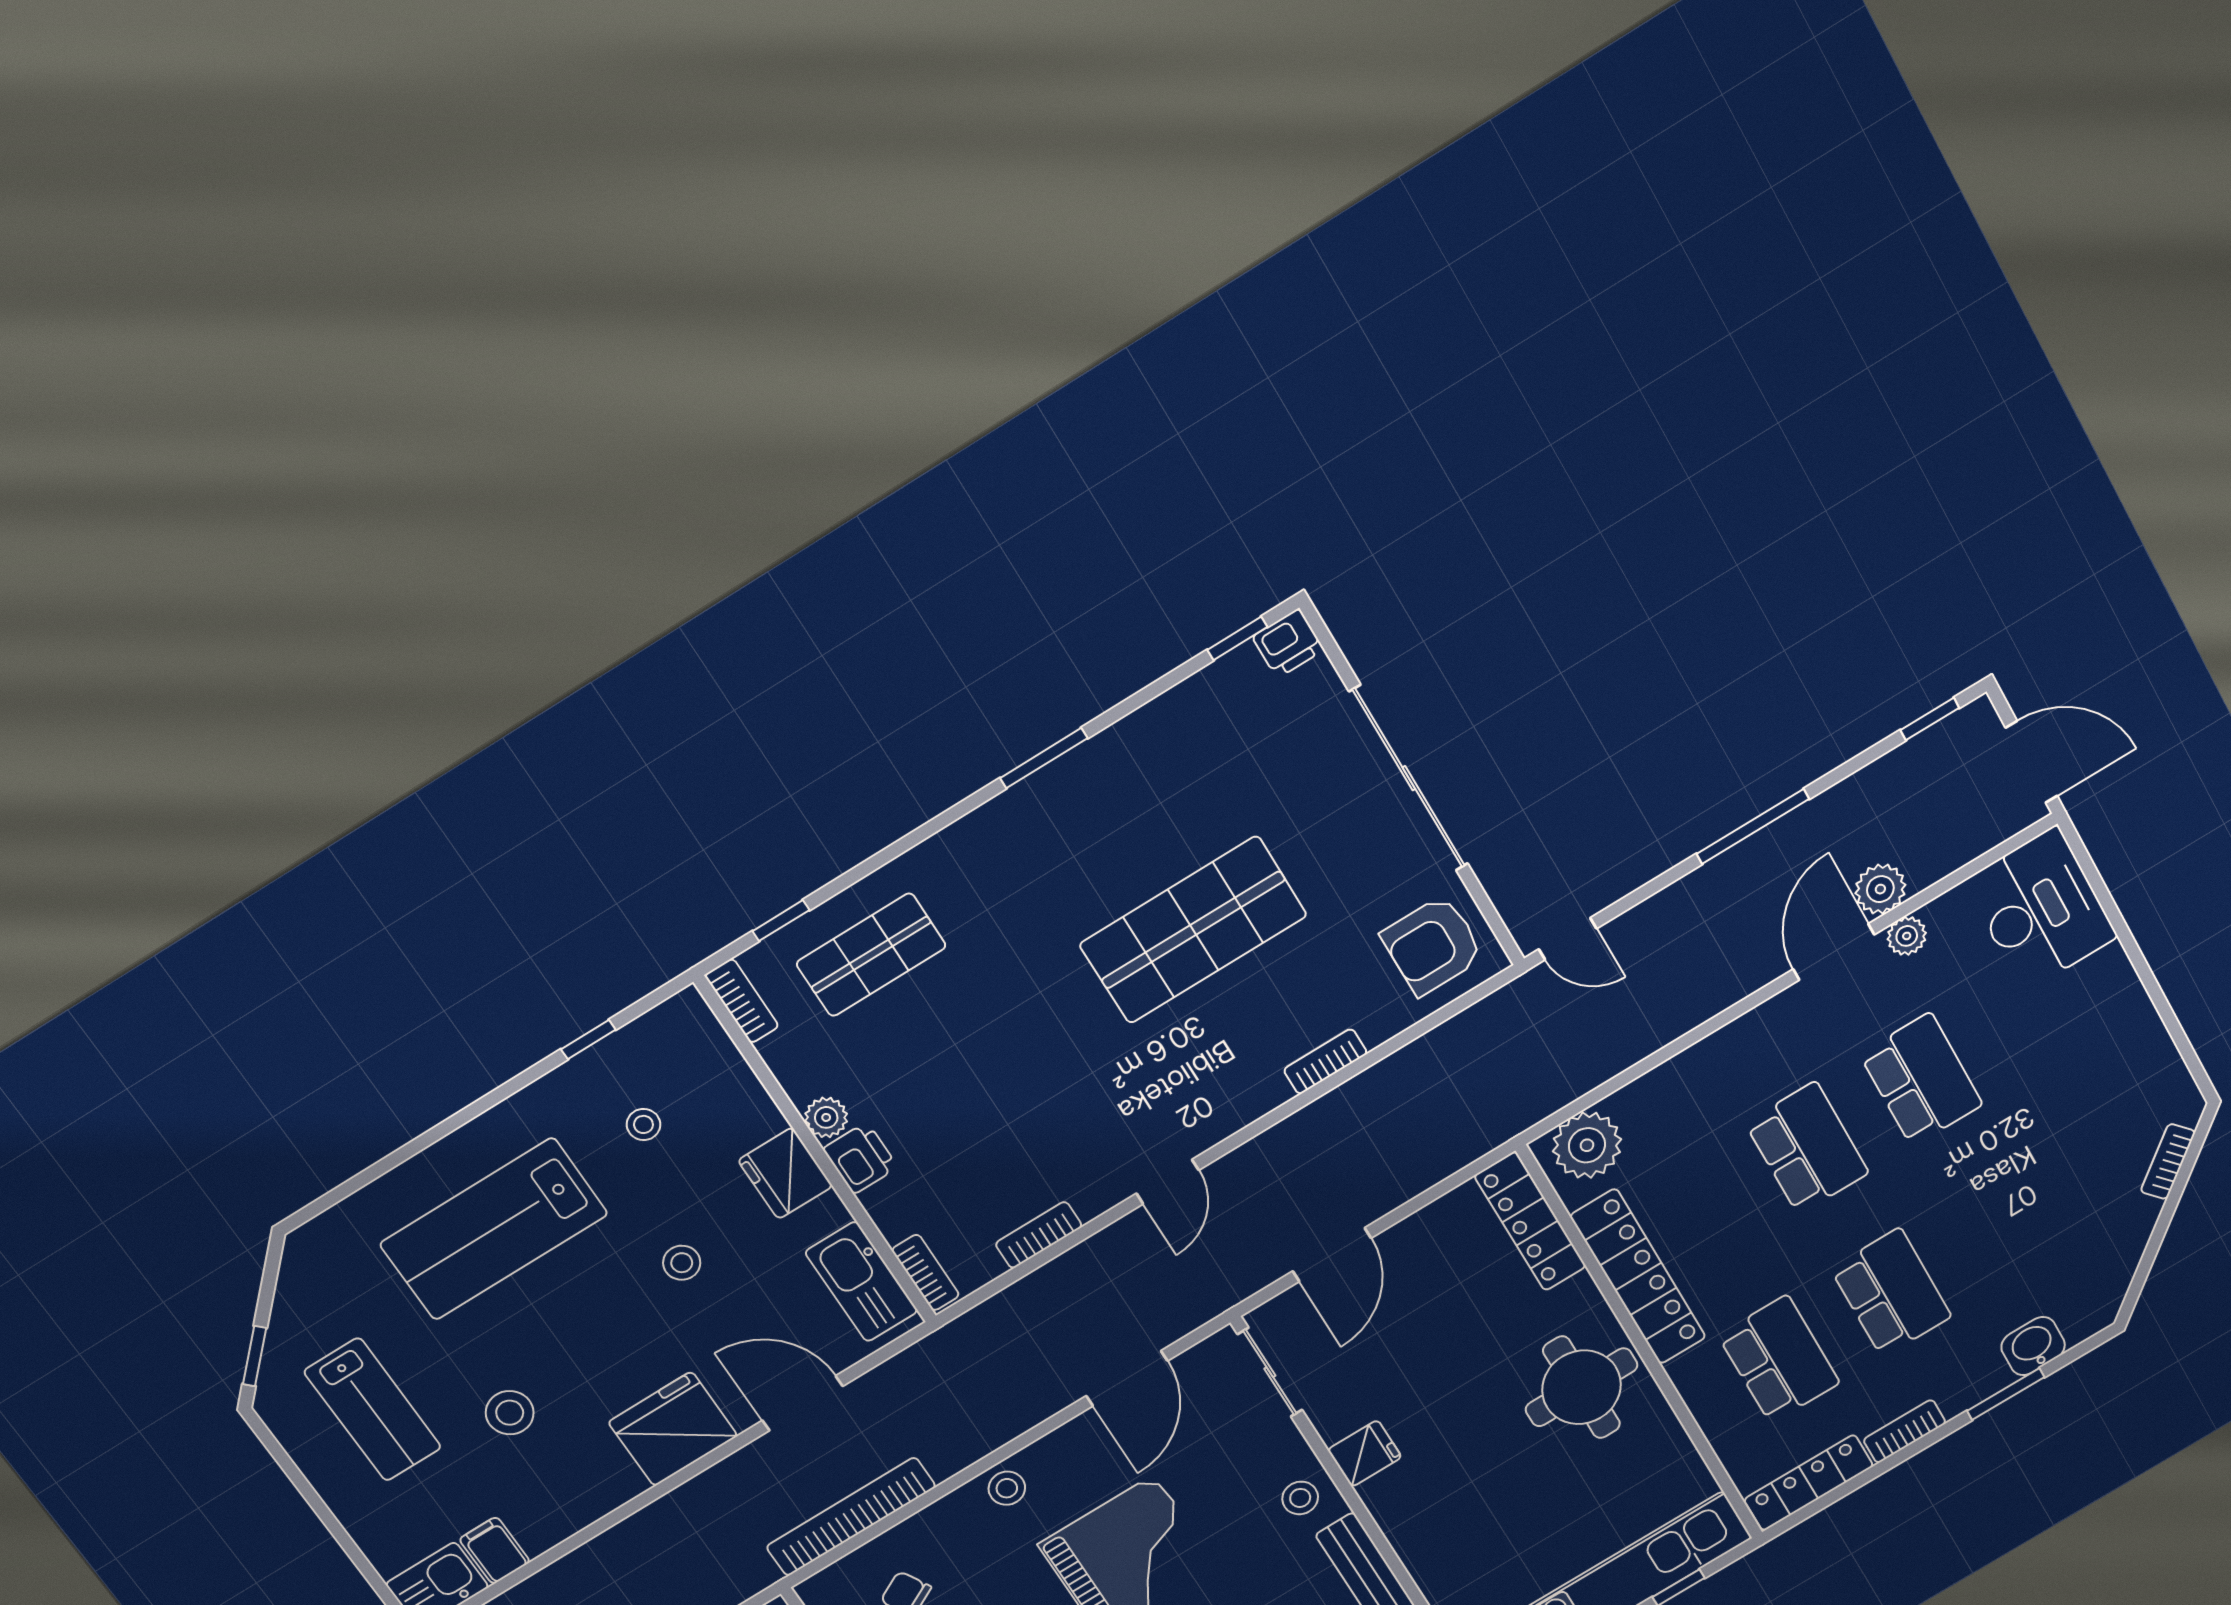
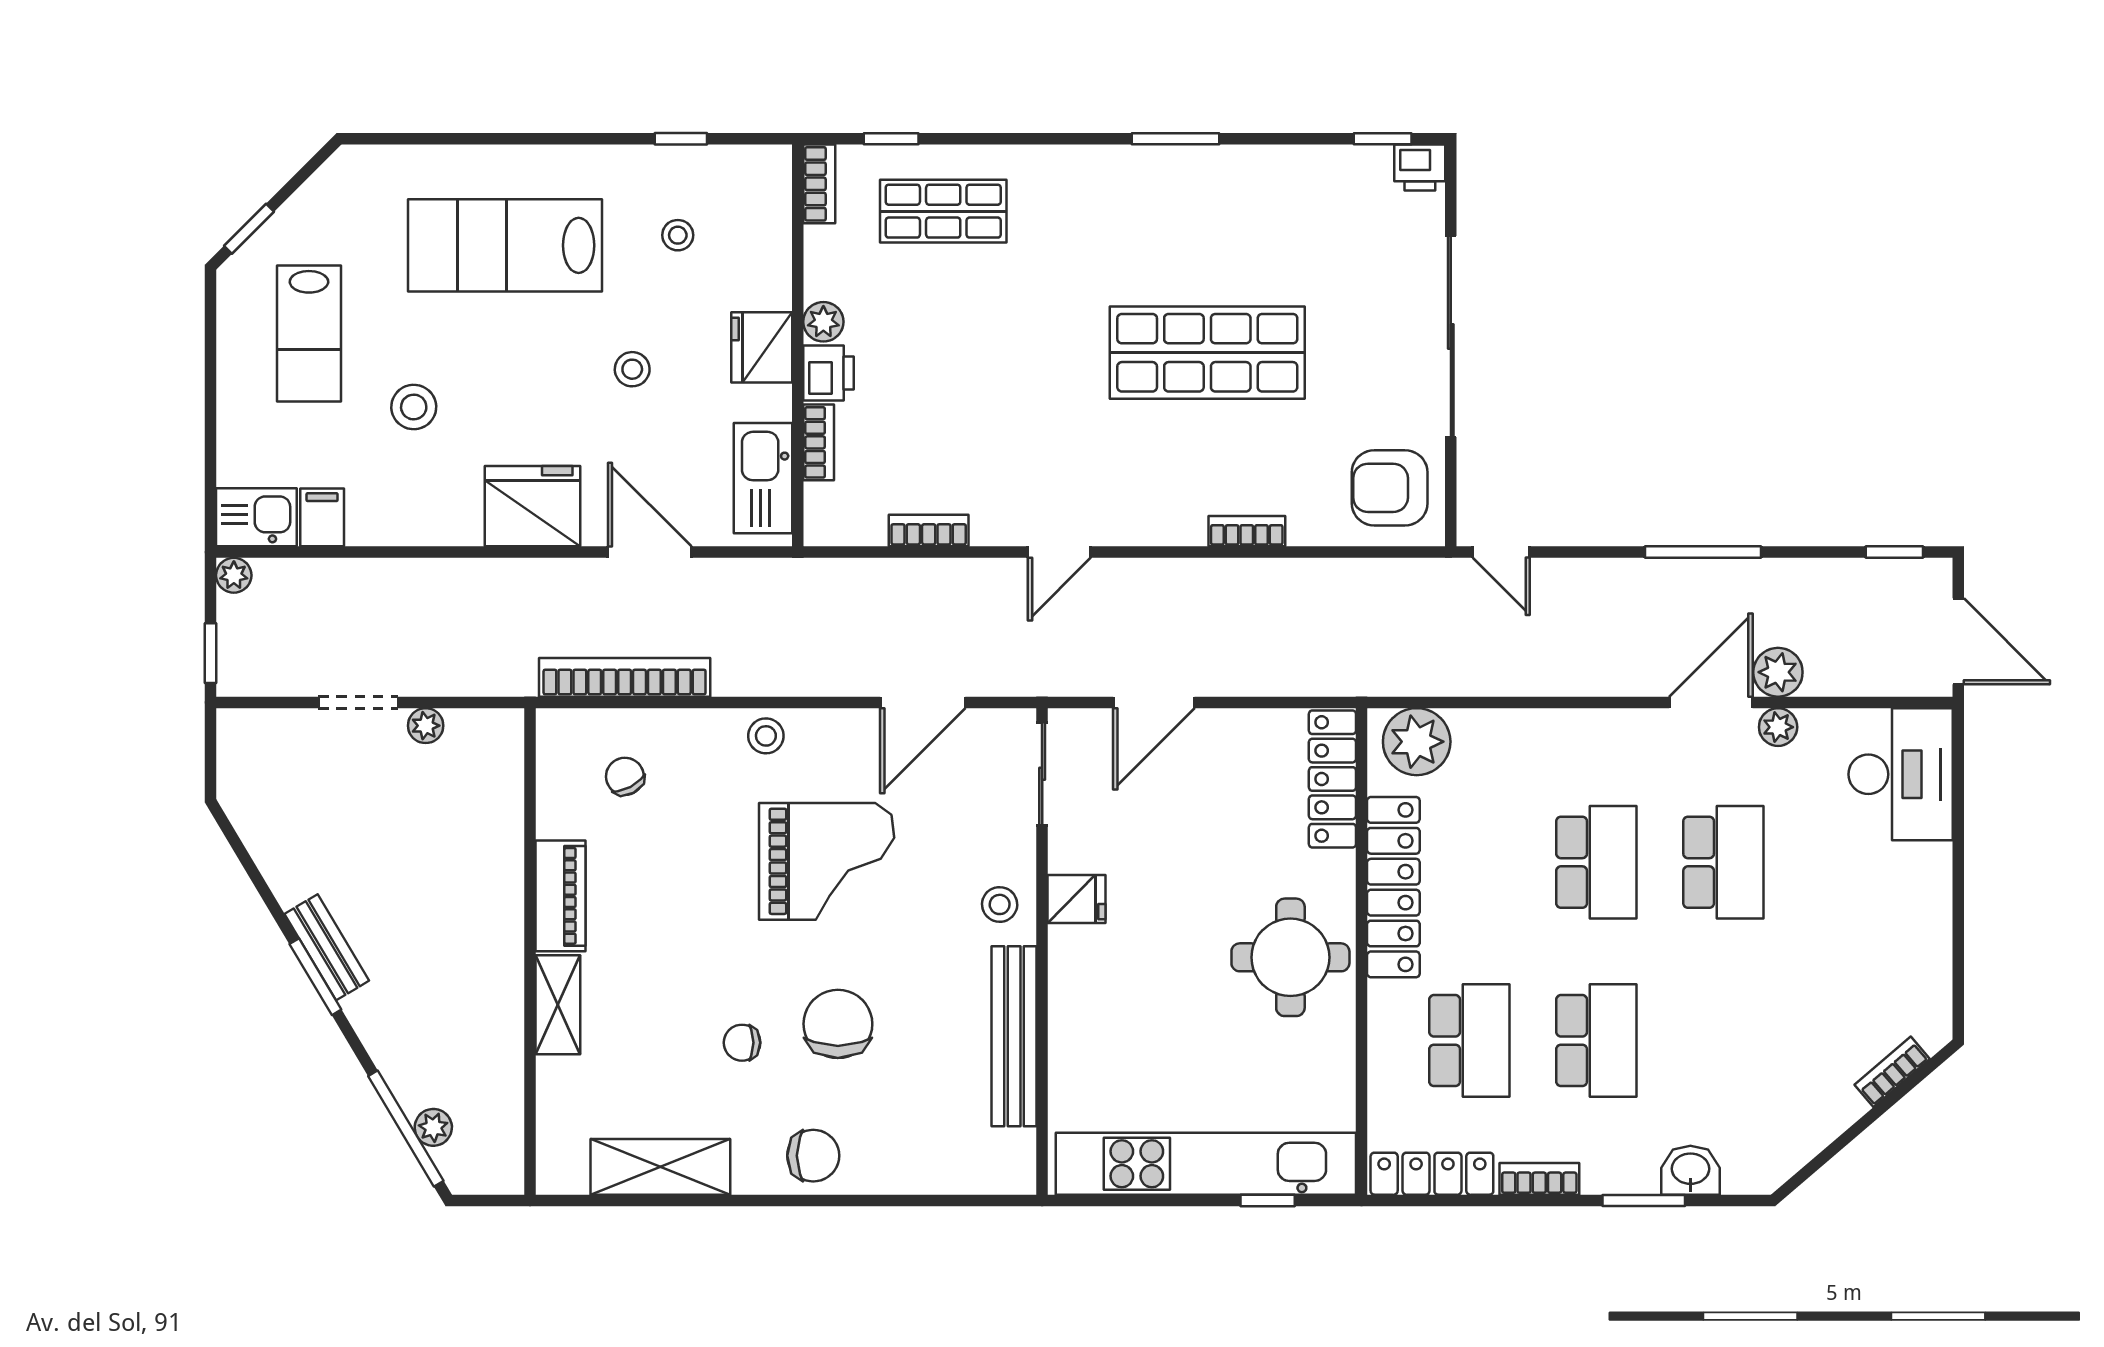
bookcase: (925, 1273) -> (819, 442), moved

